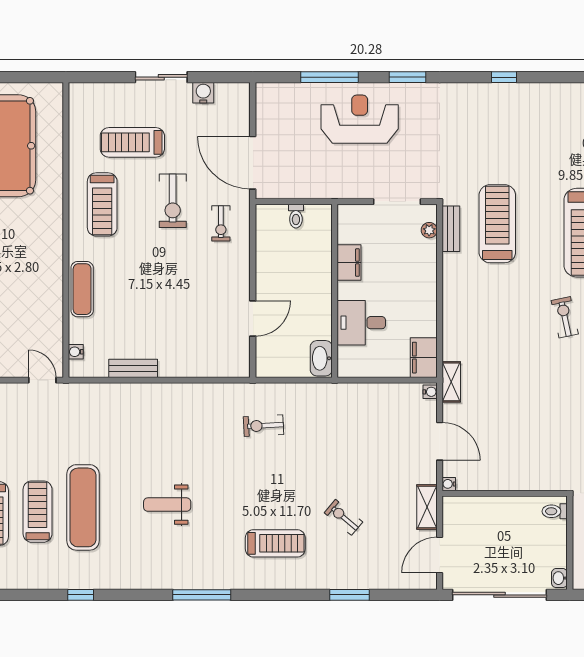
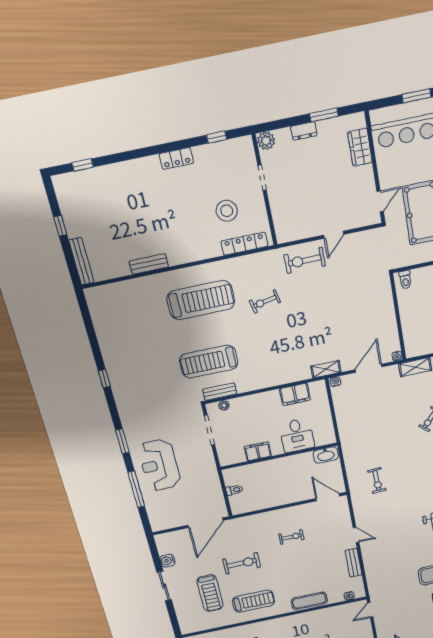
exercise bike: (221, 223) -> (291, 537), moved
door: (253, 318) -> (328, 497), moved
filing cabinet: (424, 358) -> (295, 394), moved
door: (180, 380) -> (356, 535), added

